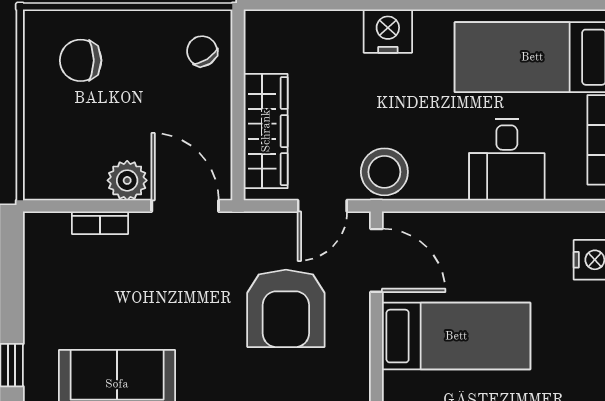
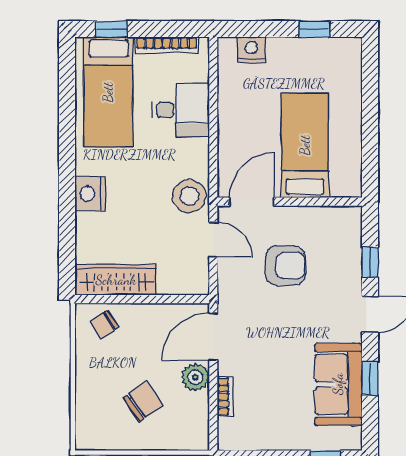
chair: (81, 60) -> (143, 402), moved, turned -124
wardrobe: (266, 131) -> (116, 280), moved
armchair: (286, 308) -> (285, 265), width x0.73, depth x0.73

